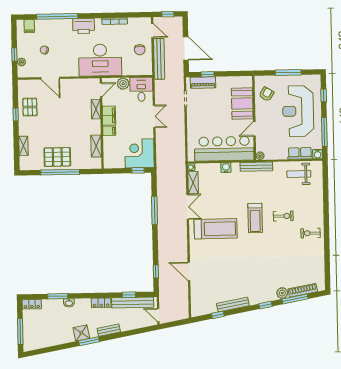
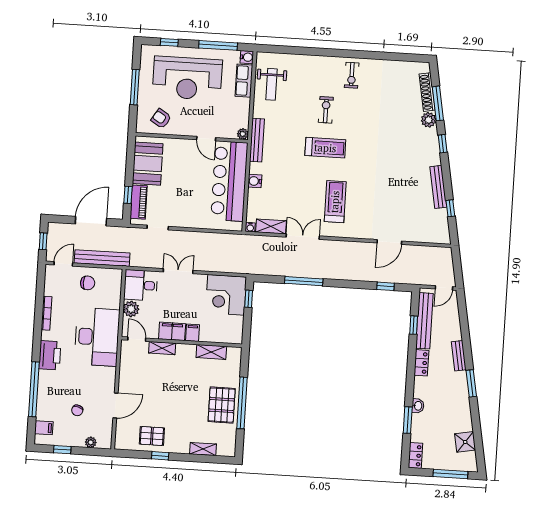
window: (14, 54) -> (62, 450), moved
booth: (242, 104) -> (148, 164), moved, turned 90
treadmill: (216, 229) -> (335, 202), width x0.73, depth x0.73
shower: (81, 333) -> (465, 442), moved

